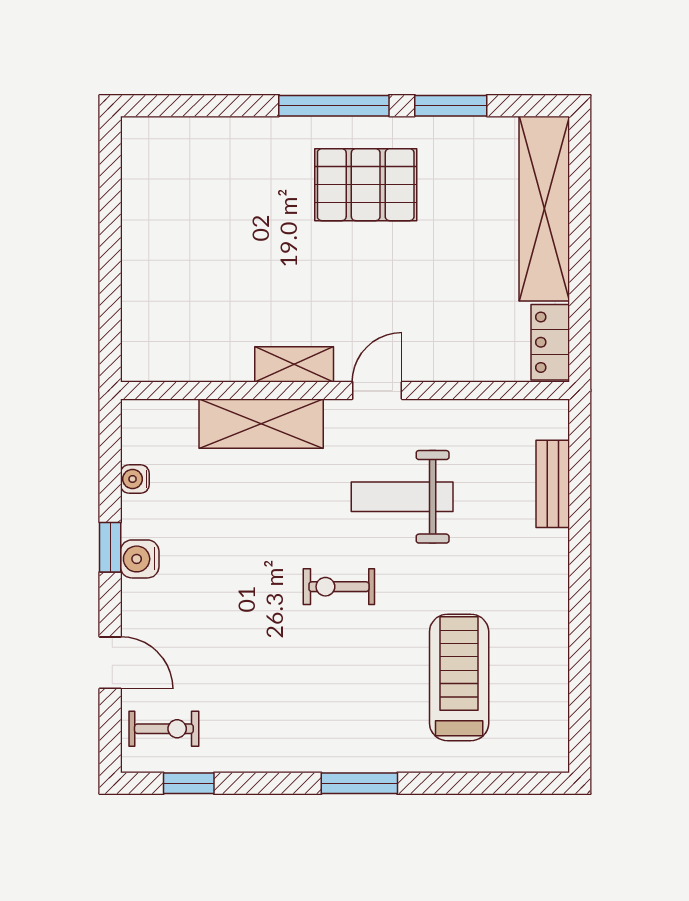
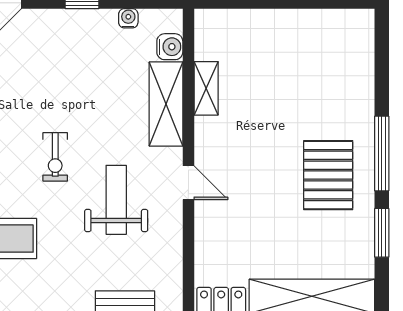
shelving: (294, 364) -> (206, 88), moved
water cooler: (140, 559) -> (170, 47), moved, turned 90
exercise bike: (339, 587) -> (55, 157), turned 180

